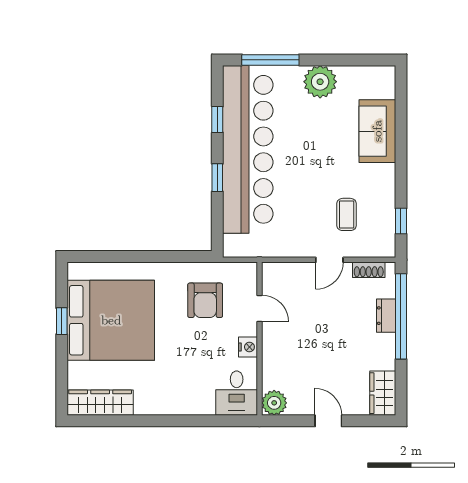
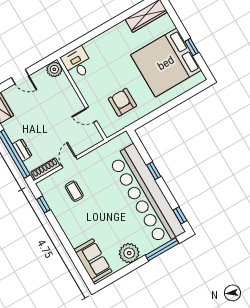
window: (217, 119) -> (180, 215), moved
sofa: (377, 131) -> (93, 261), moved
shoe rack: (369, 270) -> (45, 169), width x1.43
nightstand: (248, 347) -> (85, 91), removed

